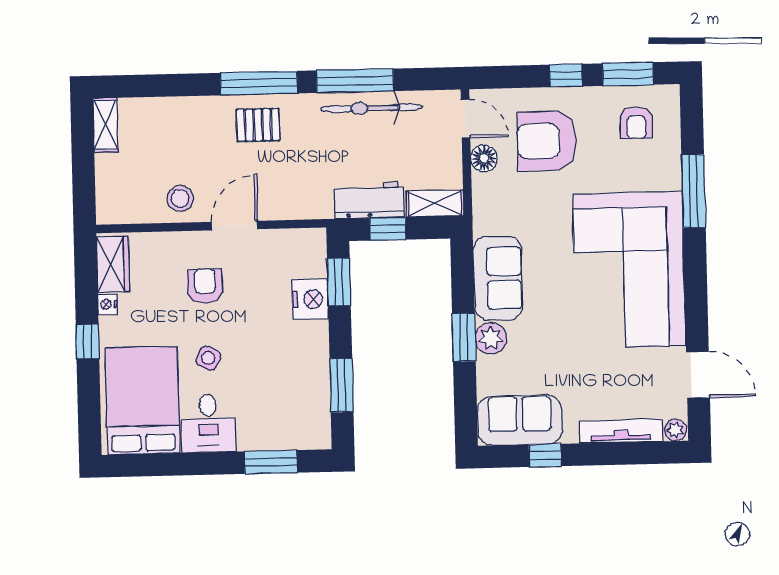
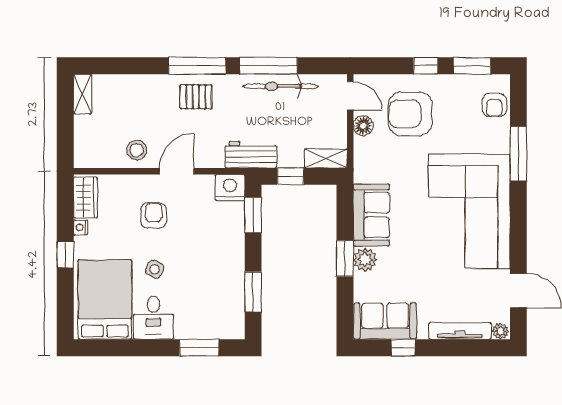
armchair: (636, 123) -> (494, 105), moved
workbench: (369, 200) -> (251, 155), moved
nightstand: (310, 299) -> (230, 188), moved, turned -90

